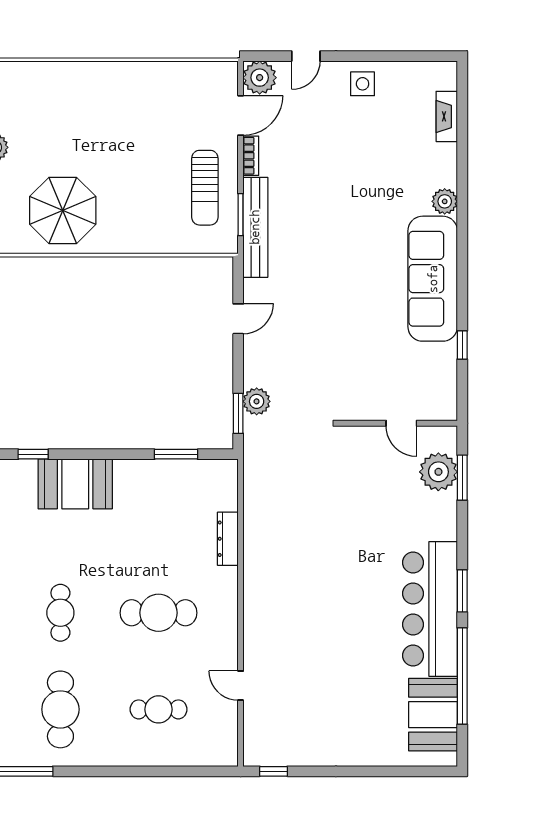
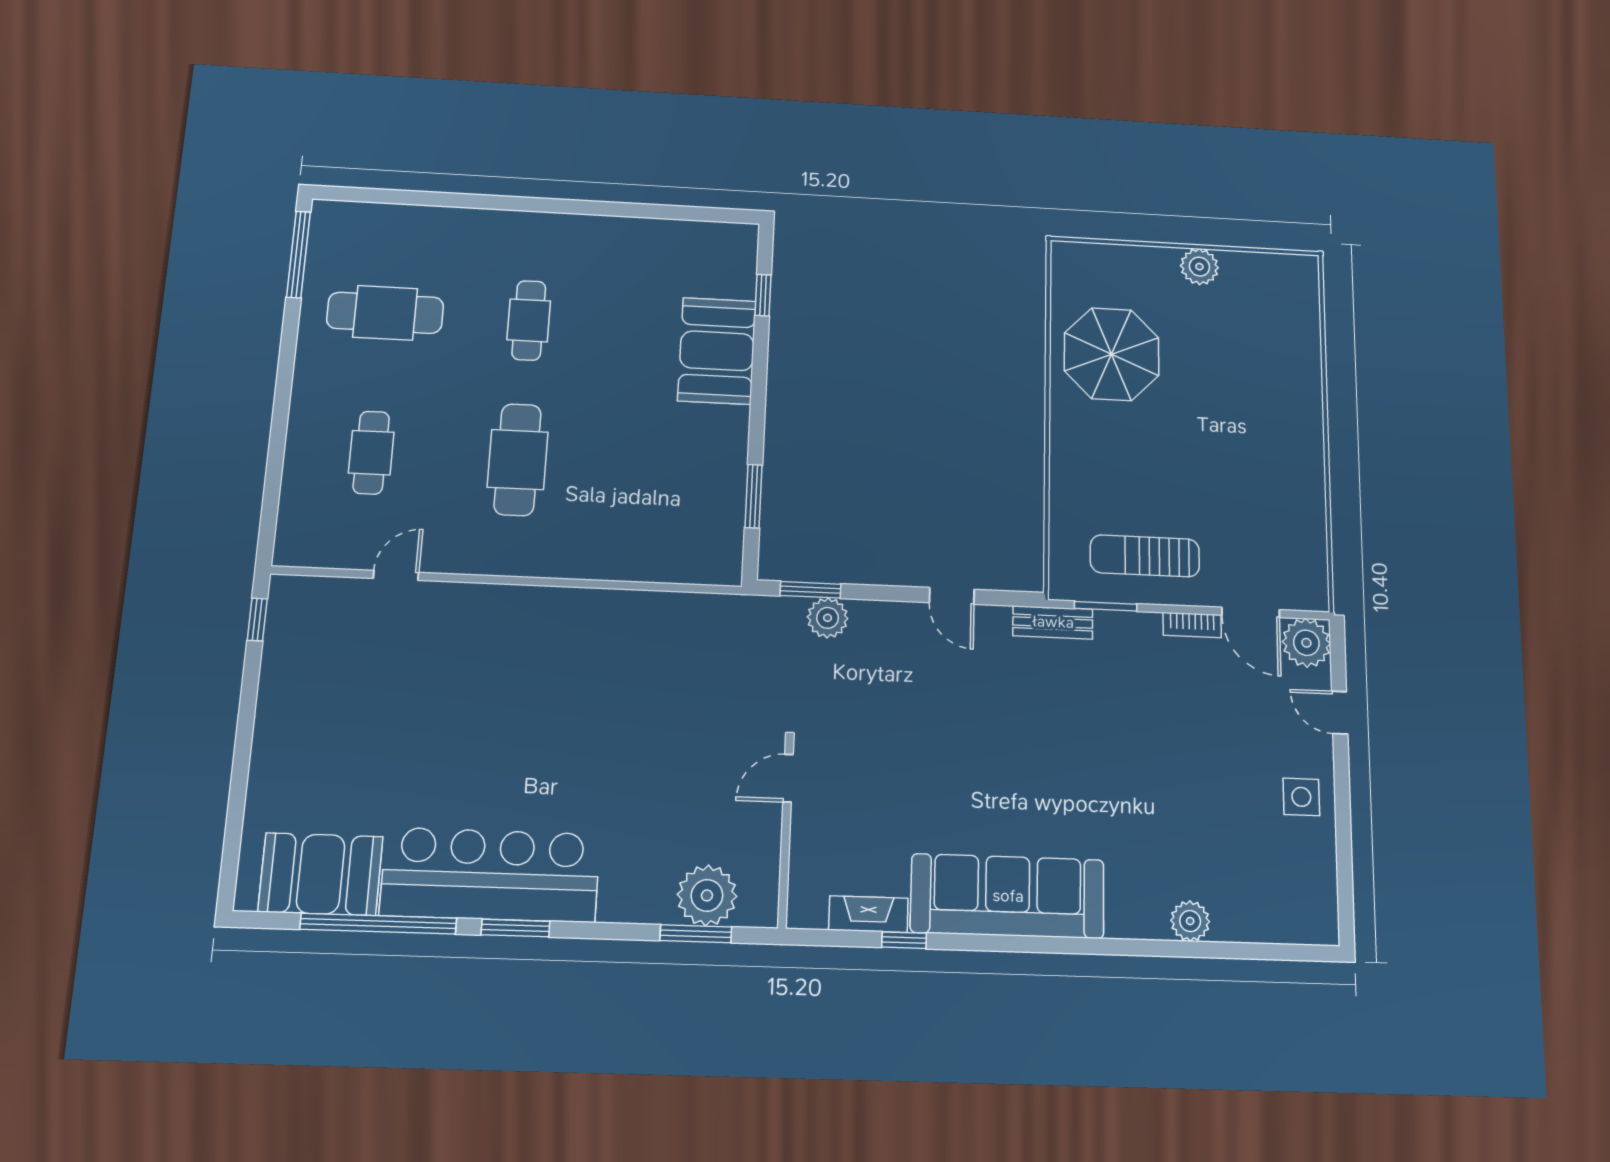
fireplace: (447, 116) -> (868, 914), moved
plant: (445, 201) -> (1190, 921), moved
bench: (255, 227) -> (1053, 622), width x0.54, depth x0.82
door: (401, 423) -> (788, 778), moved
dresser: (228, 539) -> (622, 566), removed
cafe table: (60, 613) -> (529, 320), turned 90

